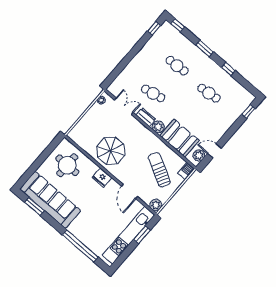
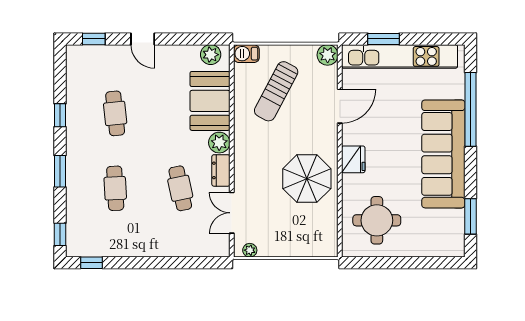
door: (214, 151) -> (143, 39), moved
sofa: (50, 200) -> (443, 154), moved

